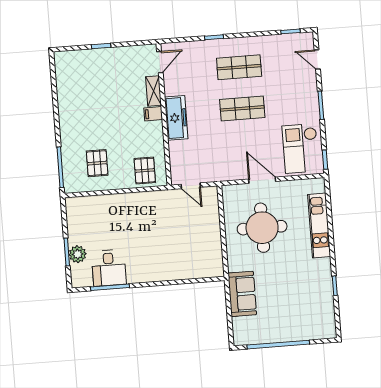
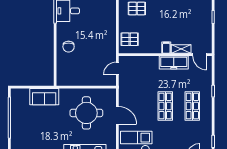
freezer: (176, 118) -> (174, 62), moved
door: (262, 180) -> (117, 115), hinge flipped
chair: (163, 263) -> (69, 47), added

